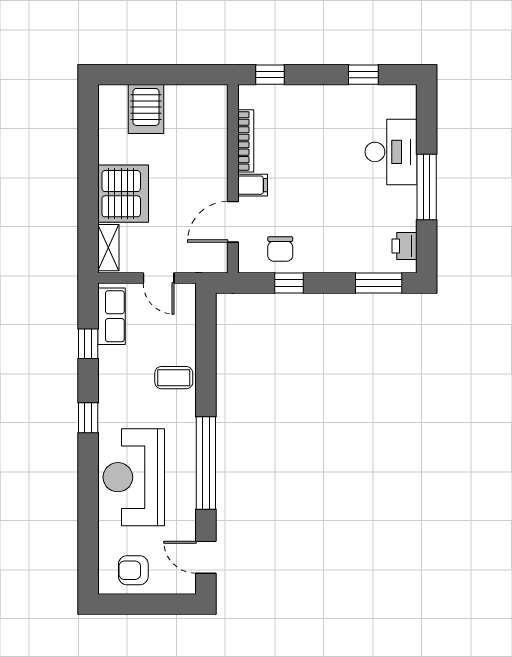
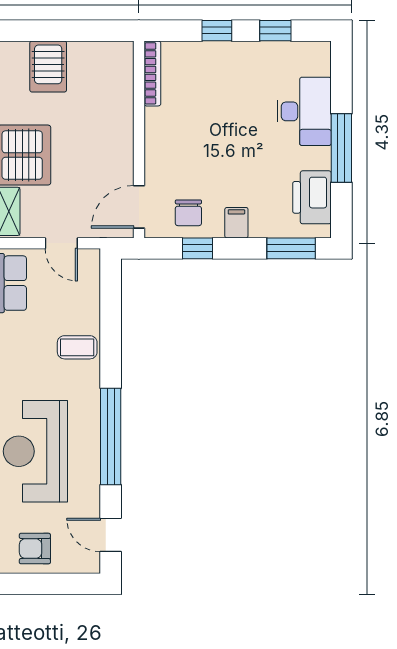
window: (270, 75) -> (217, 31), moved
bookcase: (246, 141) -> (152, 73), moved
filing cabinet: (253, 185) -> (236, 223), moved, turned -90
door: (233, 222) -> (139, 207), moved
printer: (404, 246) -> (312, 197), width x1.87, depth x1.48

